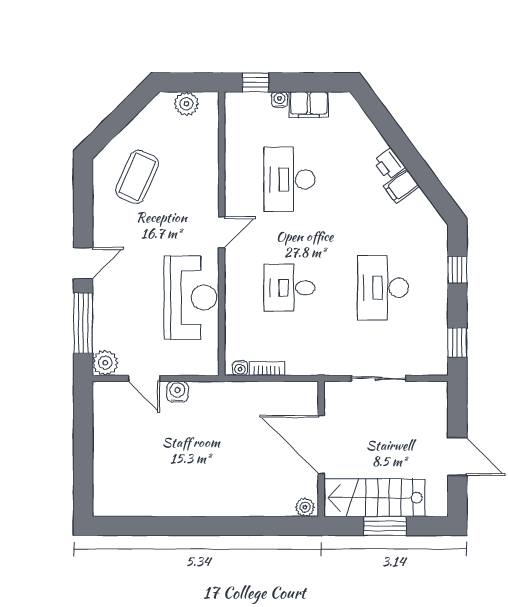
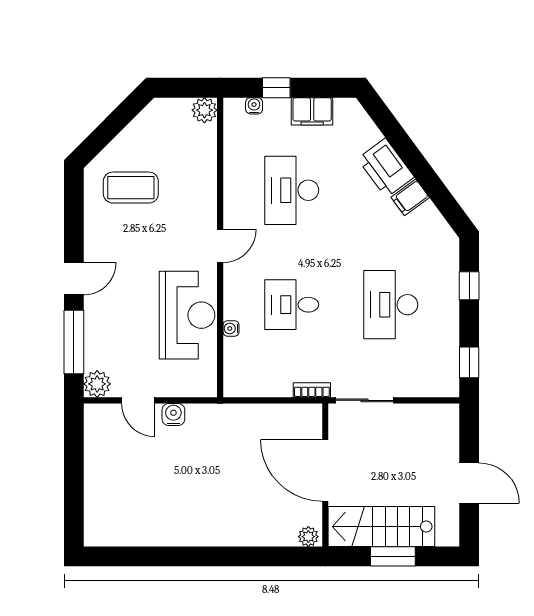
window: (256, 82) -> (276, 88), moved
water cooler: (279, 100) -> (254, 106), moved
plant: (186, 104) -> (204, 110), moved
printer: (389, 164) -> (386, 168), width x1.87, depth x1.48
coffee table: (137, 177) -> (131, 188), turned 66
water cooler: (240, 368) -> (231, 329), moved, turned 90
bookcase: (267, 369) -> (312, 390), moved
sliding door: (379, 378) -> (365, 400), moved

